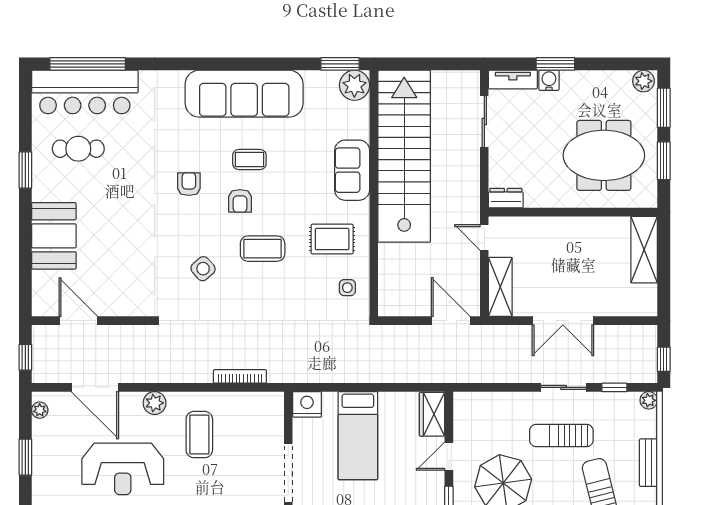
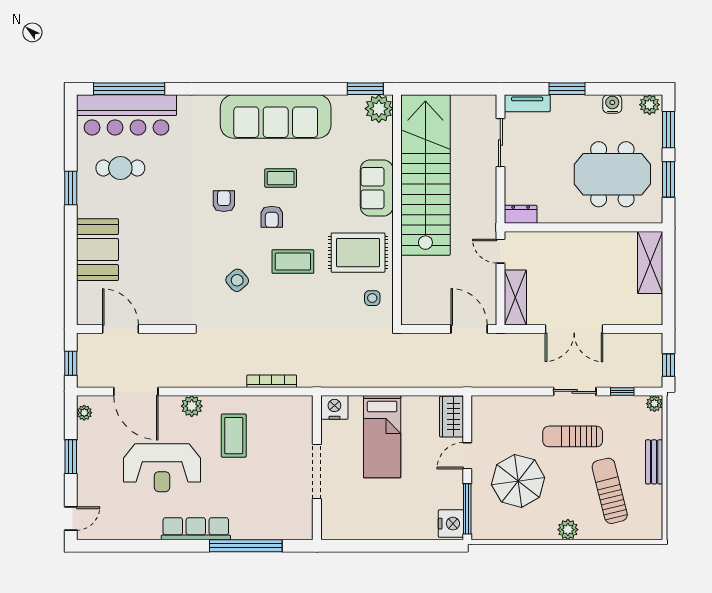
water cooler: (549, 80) -> (612, 104), moved
rug: (332, 239) -> (358, 253), width x1.36, depth x1.43

